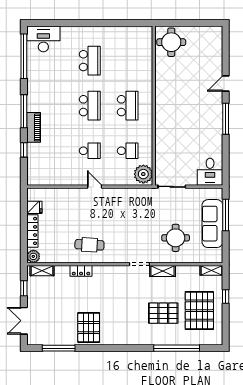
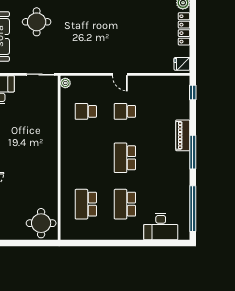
desk: (43, 39) -> (161, 227), moved
school desk: (128, 106) -> (86, 204), moved
window: (24, 150) -> (193, 93), moved
plant: (143, 174) -> (65, 83), width x0.53, depth x0.53
fridge: (34, 207) -> (182, 64), moved
cafe table: (89, 245) -> (125, 15), removed

